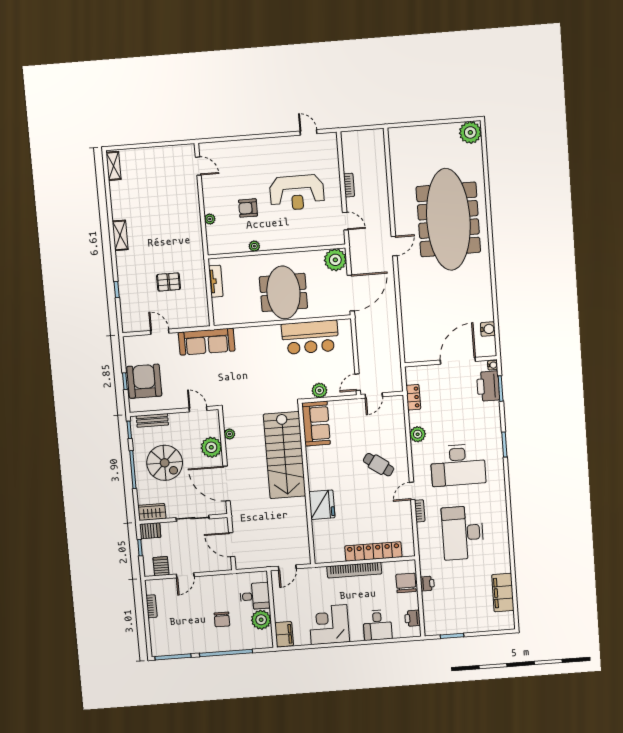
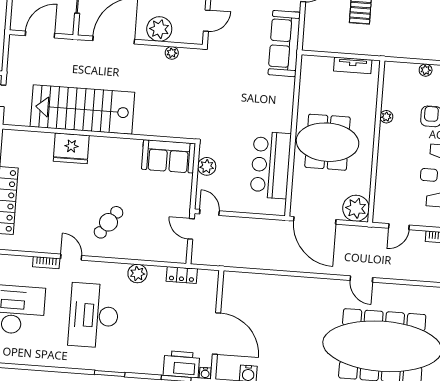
stairs: (285, 455) -> (82, 110), moved

